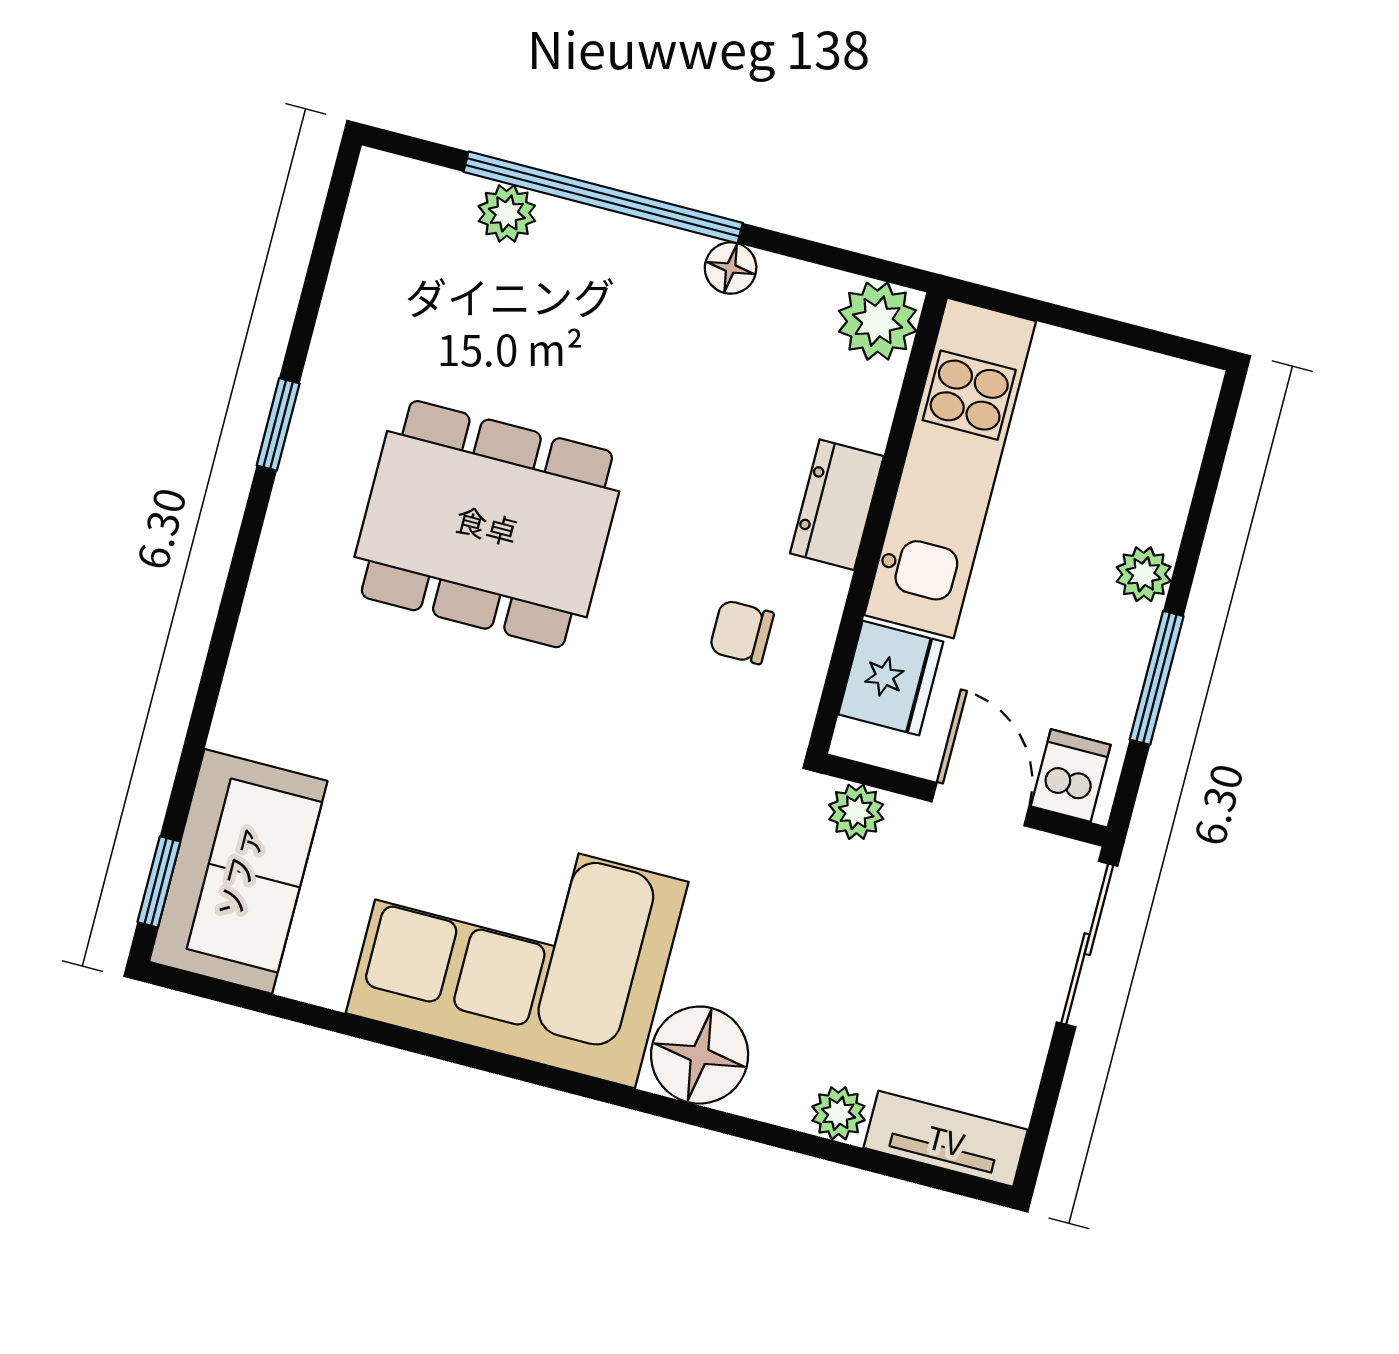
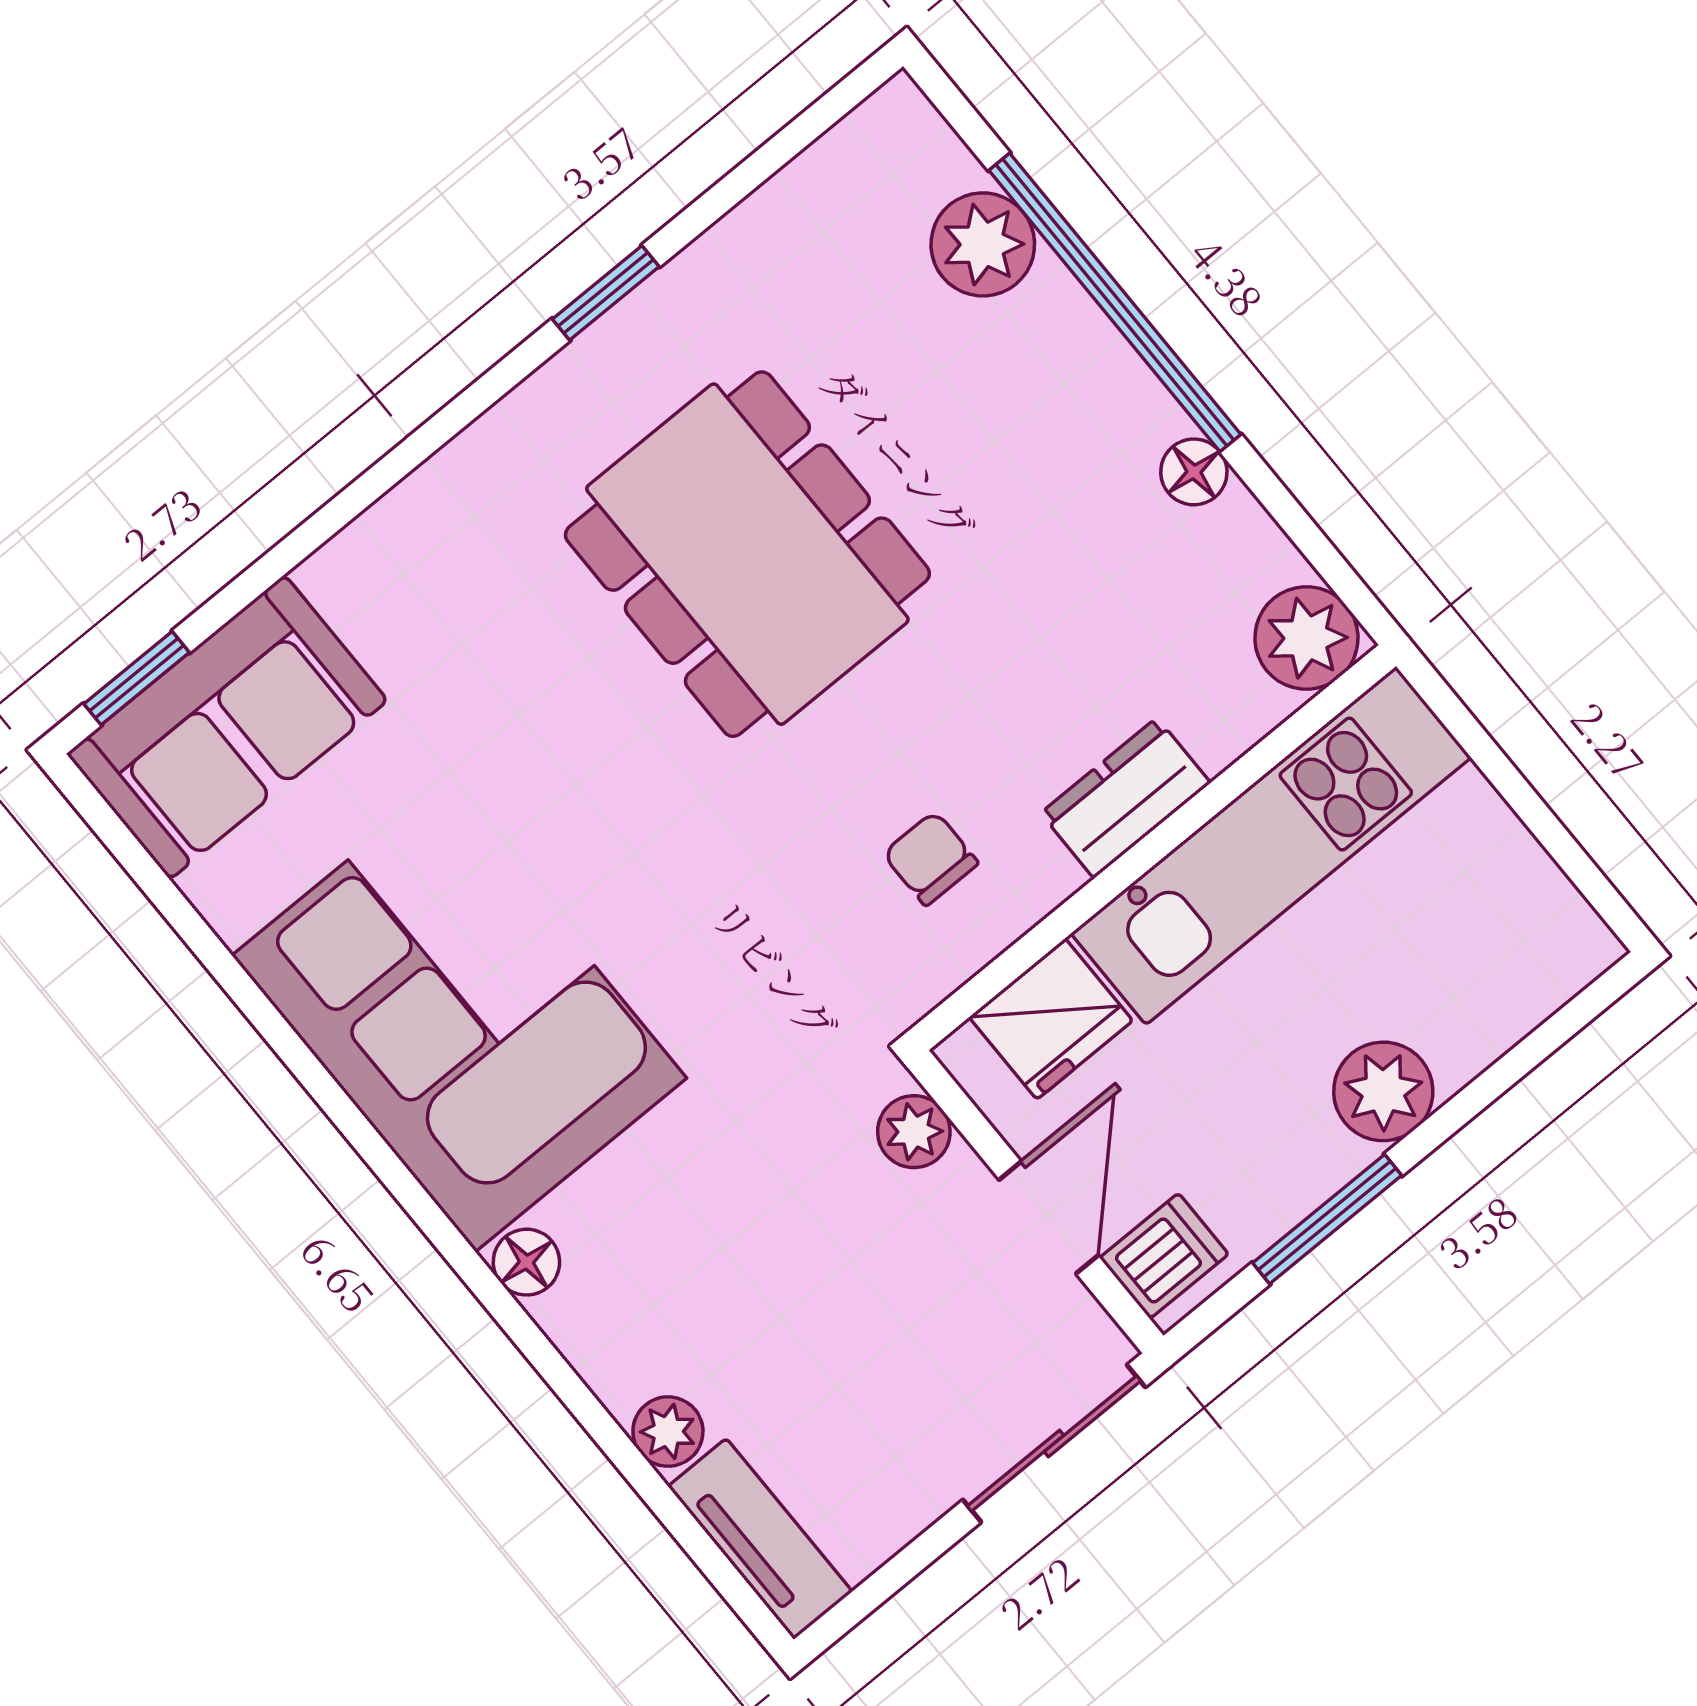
plant: (507, 213) -> (983, 244), width x1.38, depth x1.38
plant: (1144, 574) -> (1383, 1091), width x1.38, depth x1.38
floor lamp: (700, 1055) -> (526, 1262), width x0.53, depth x0.53

